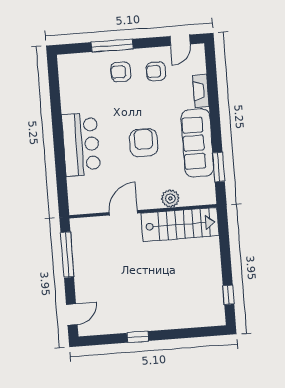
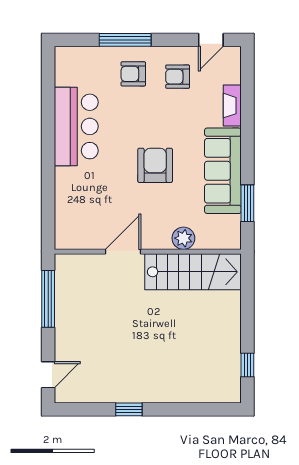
bar counter: (81, 144) -> (76, 126), moved

